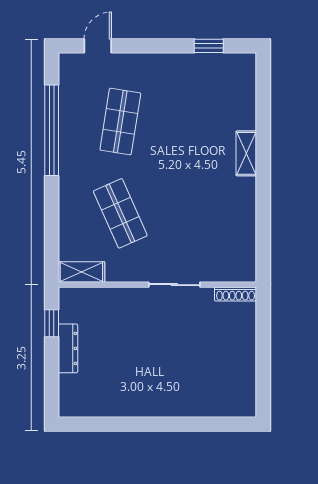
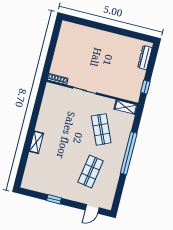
window: (209, 46) -> (54, 199), moved
window: (52, 130) -> (129, 153), moved
dresser: (68, 348) -> (145, 58), moved

